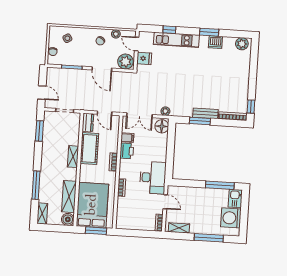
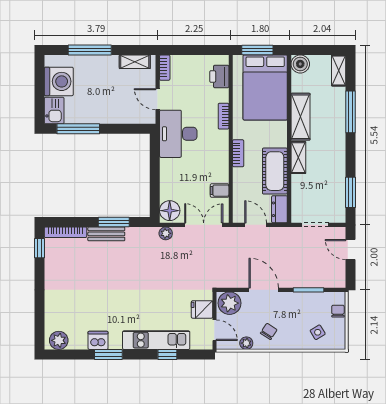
printer: (127, 151) -> (219, 76), moved
shelving: (69, 197) -> (300, 117), moved

